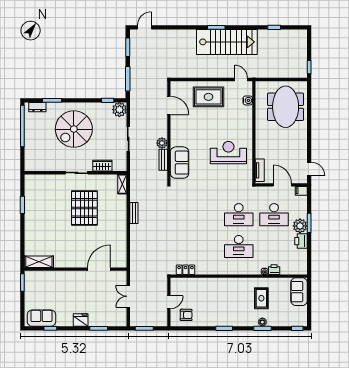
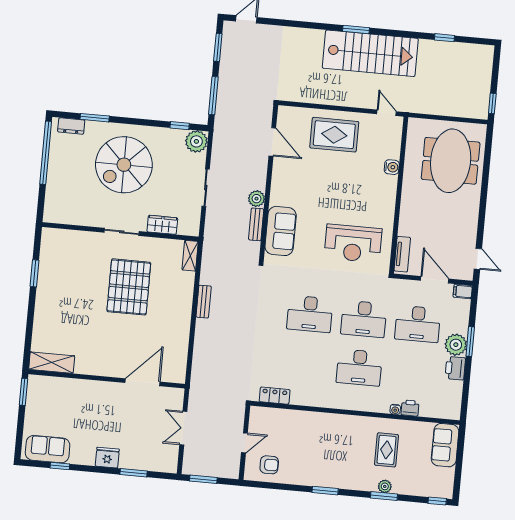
water cooler: (248, 100) -> (392, 167), moved
reception desk: (228, 153) -> (353, 243), moved, turned 180
desk: (203, 215) -> (310, 314), added

